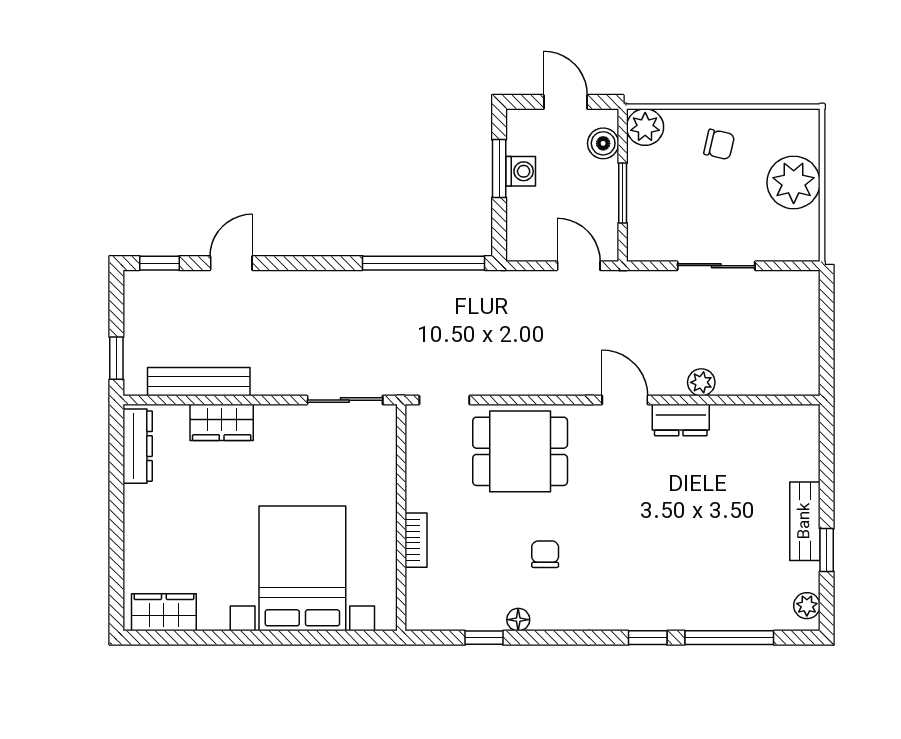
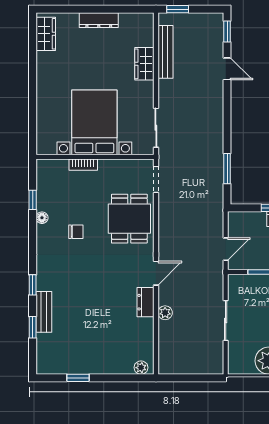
window: (424, 263) -> (227, 169), width x0.47
dresser: (138, 446) -> (99, 20), moved
bench: (805, 521) -> (44, 312), moved, turned 90
bed with nightstands: (302, 568) -> (94, 122), moved, turned -90
plant: (807, 606) -> (141, 368), moved
window: (729, 638) -> (33, 327), width x0.46

